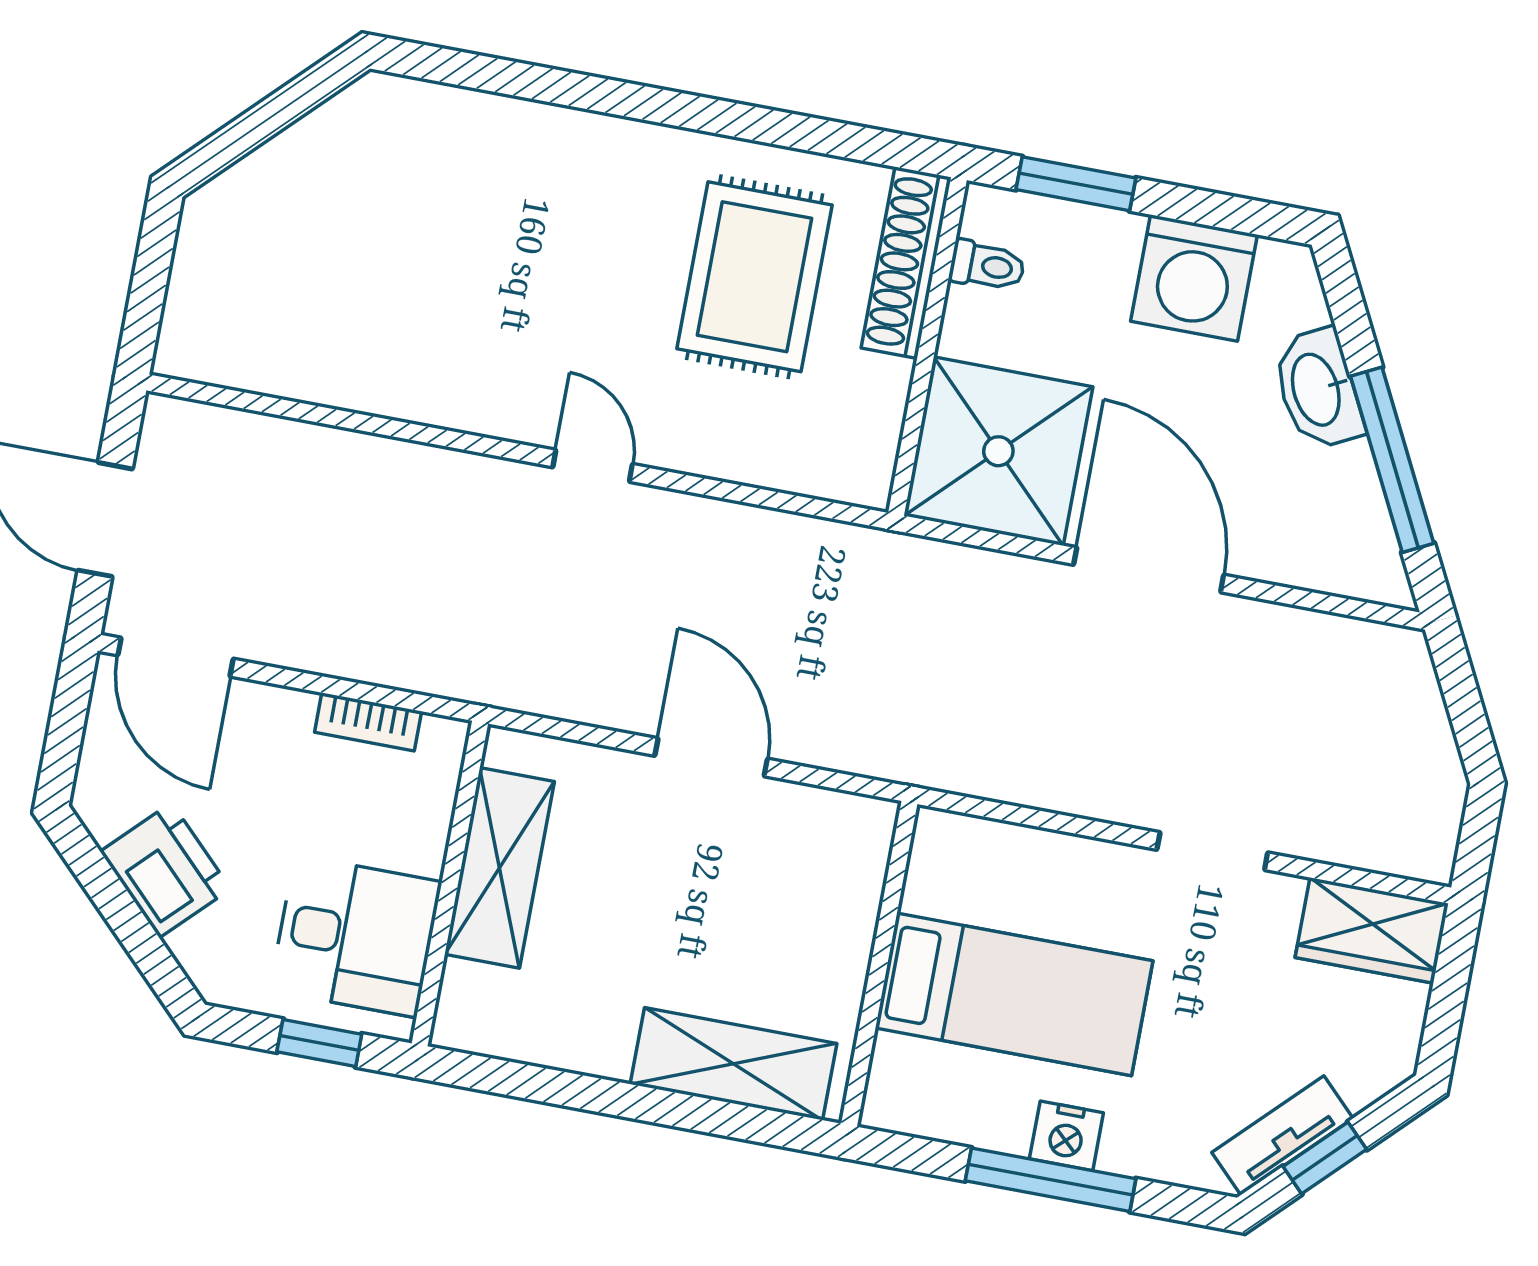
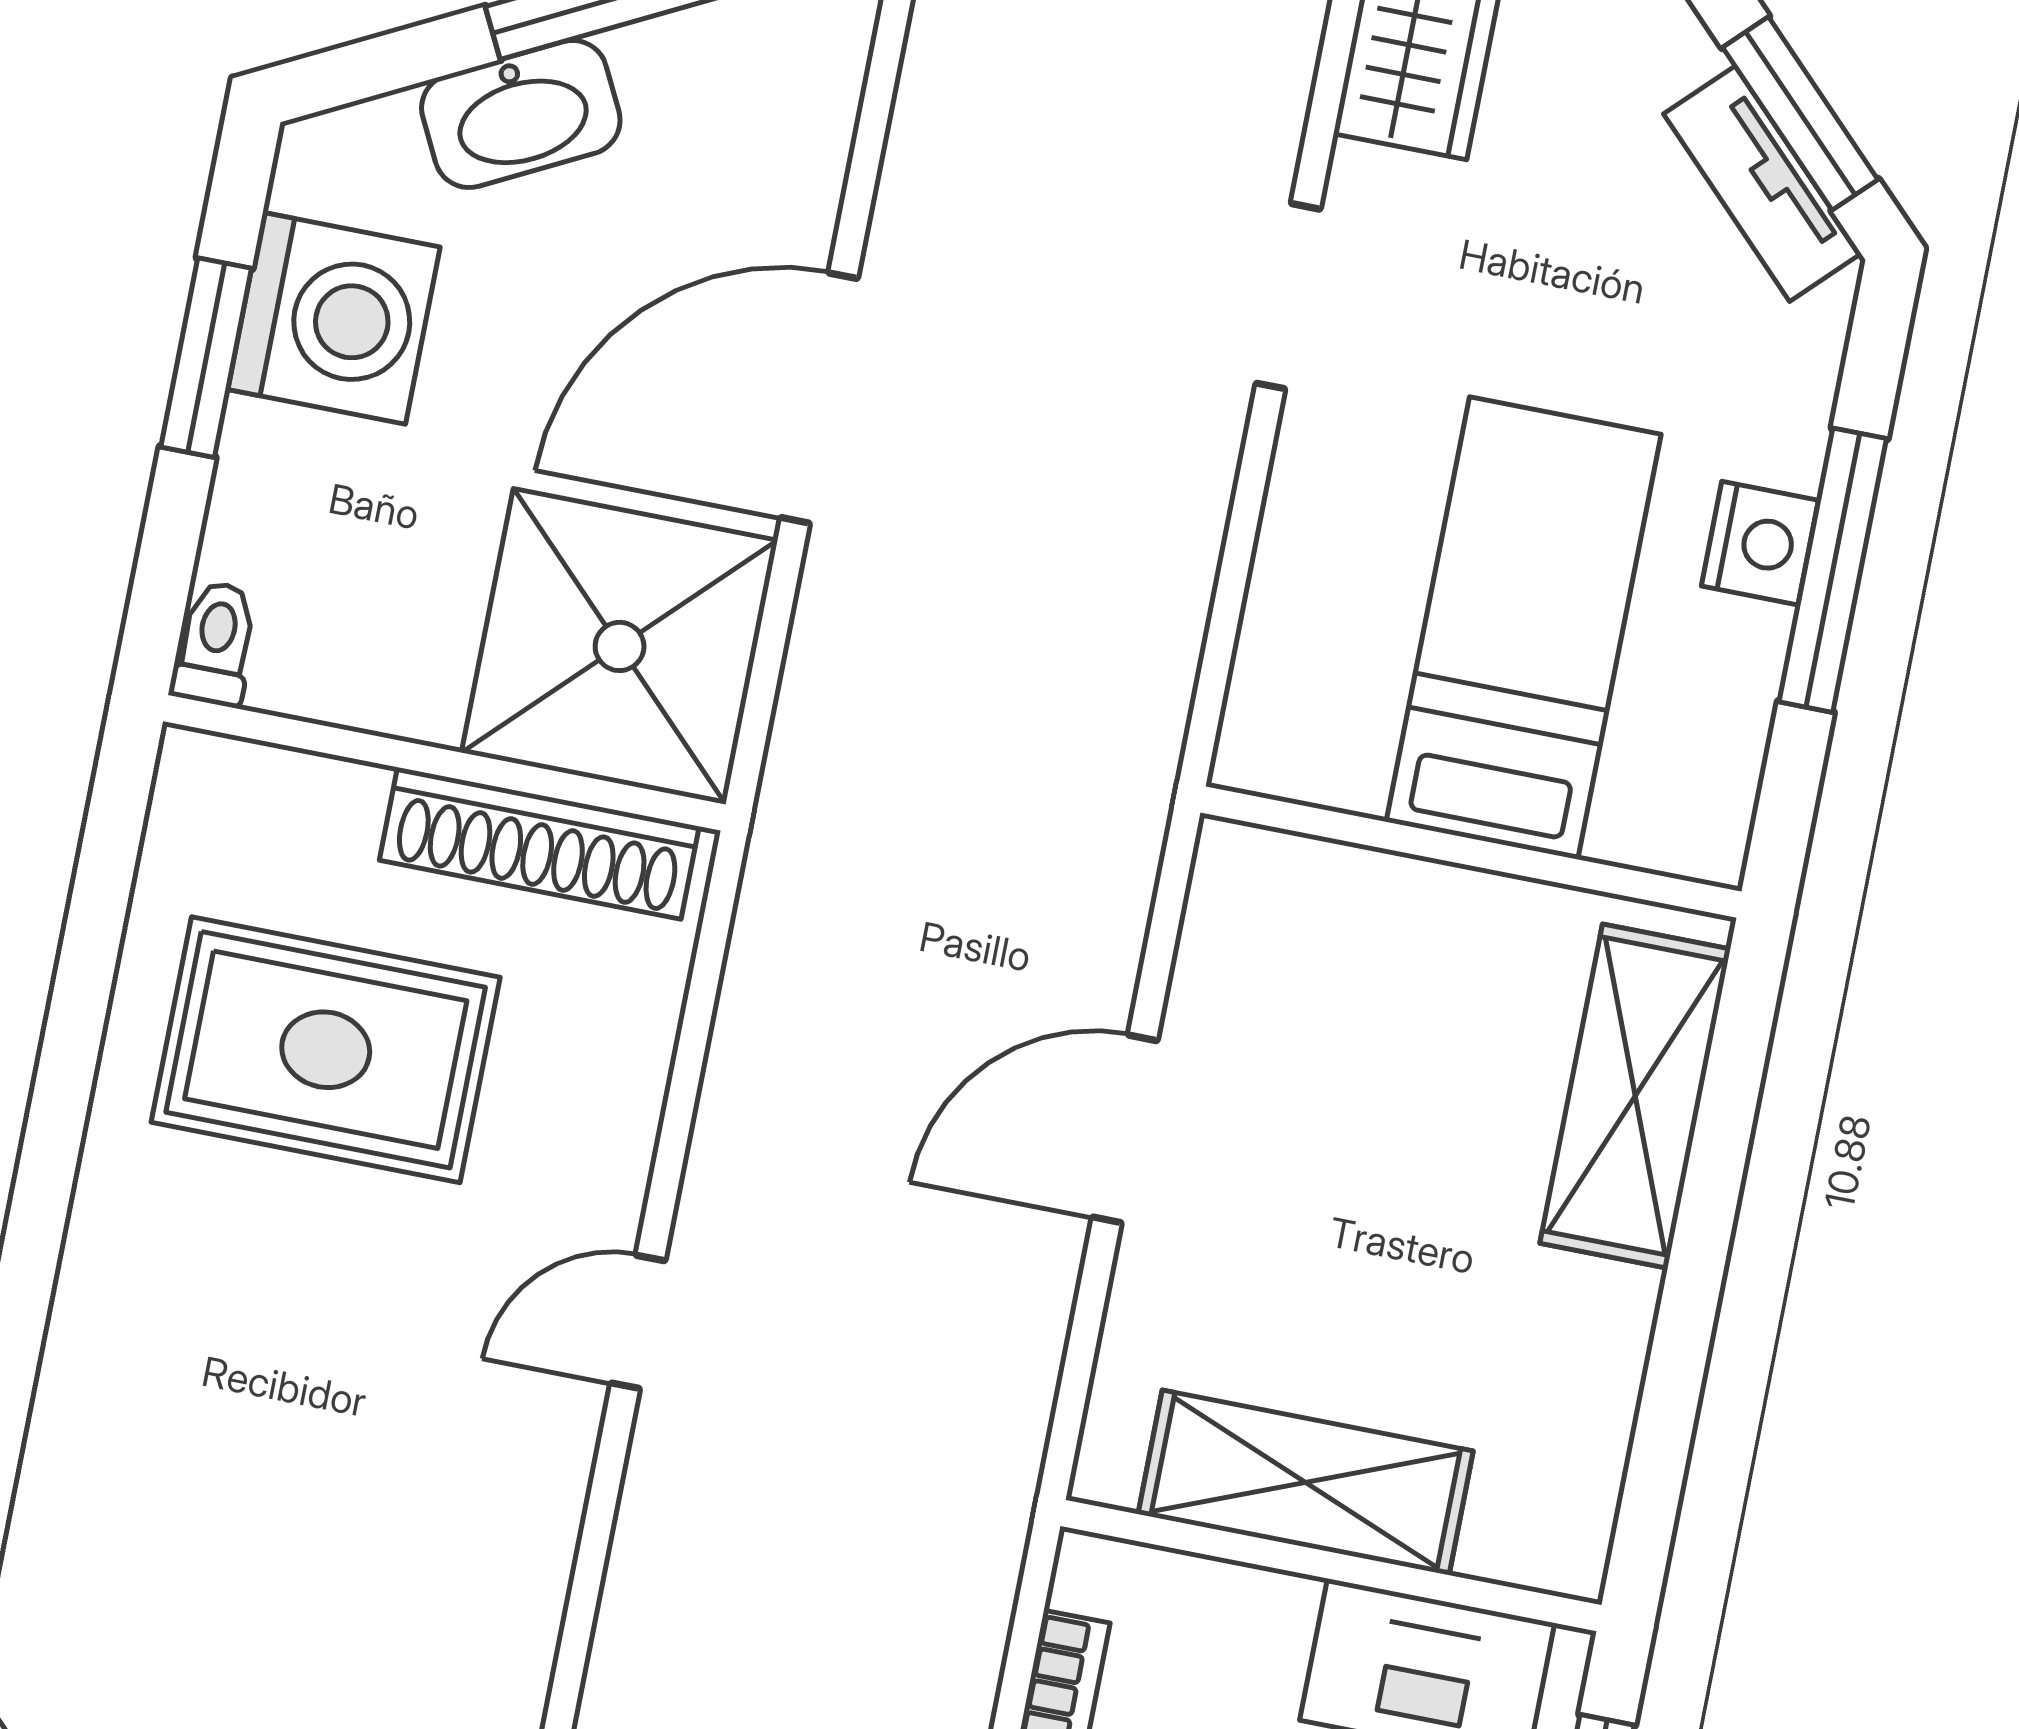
window: (1076, 184) -> (206, 358), moved
shoe rack: (906, 263) -> (539, 843), moved
toilet: (987, 266) -> (215, 644), moved
window: (1325, 1158) -> (1800, 113), width x1.50

